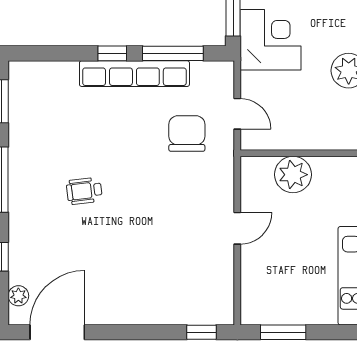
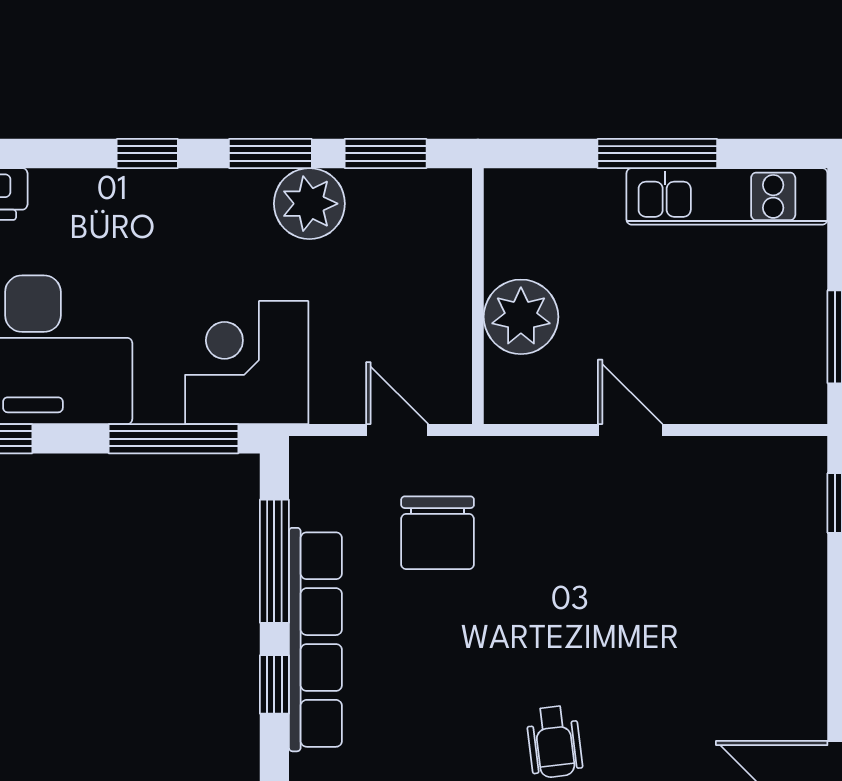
door: (237, 114) -> (397, 430), hinge flipped
chair: (187, 134) -> (438, 533), turned -90

